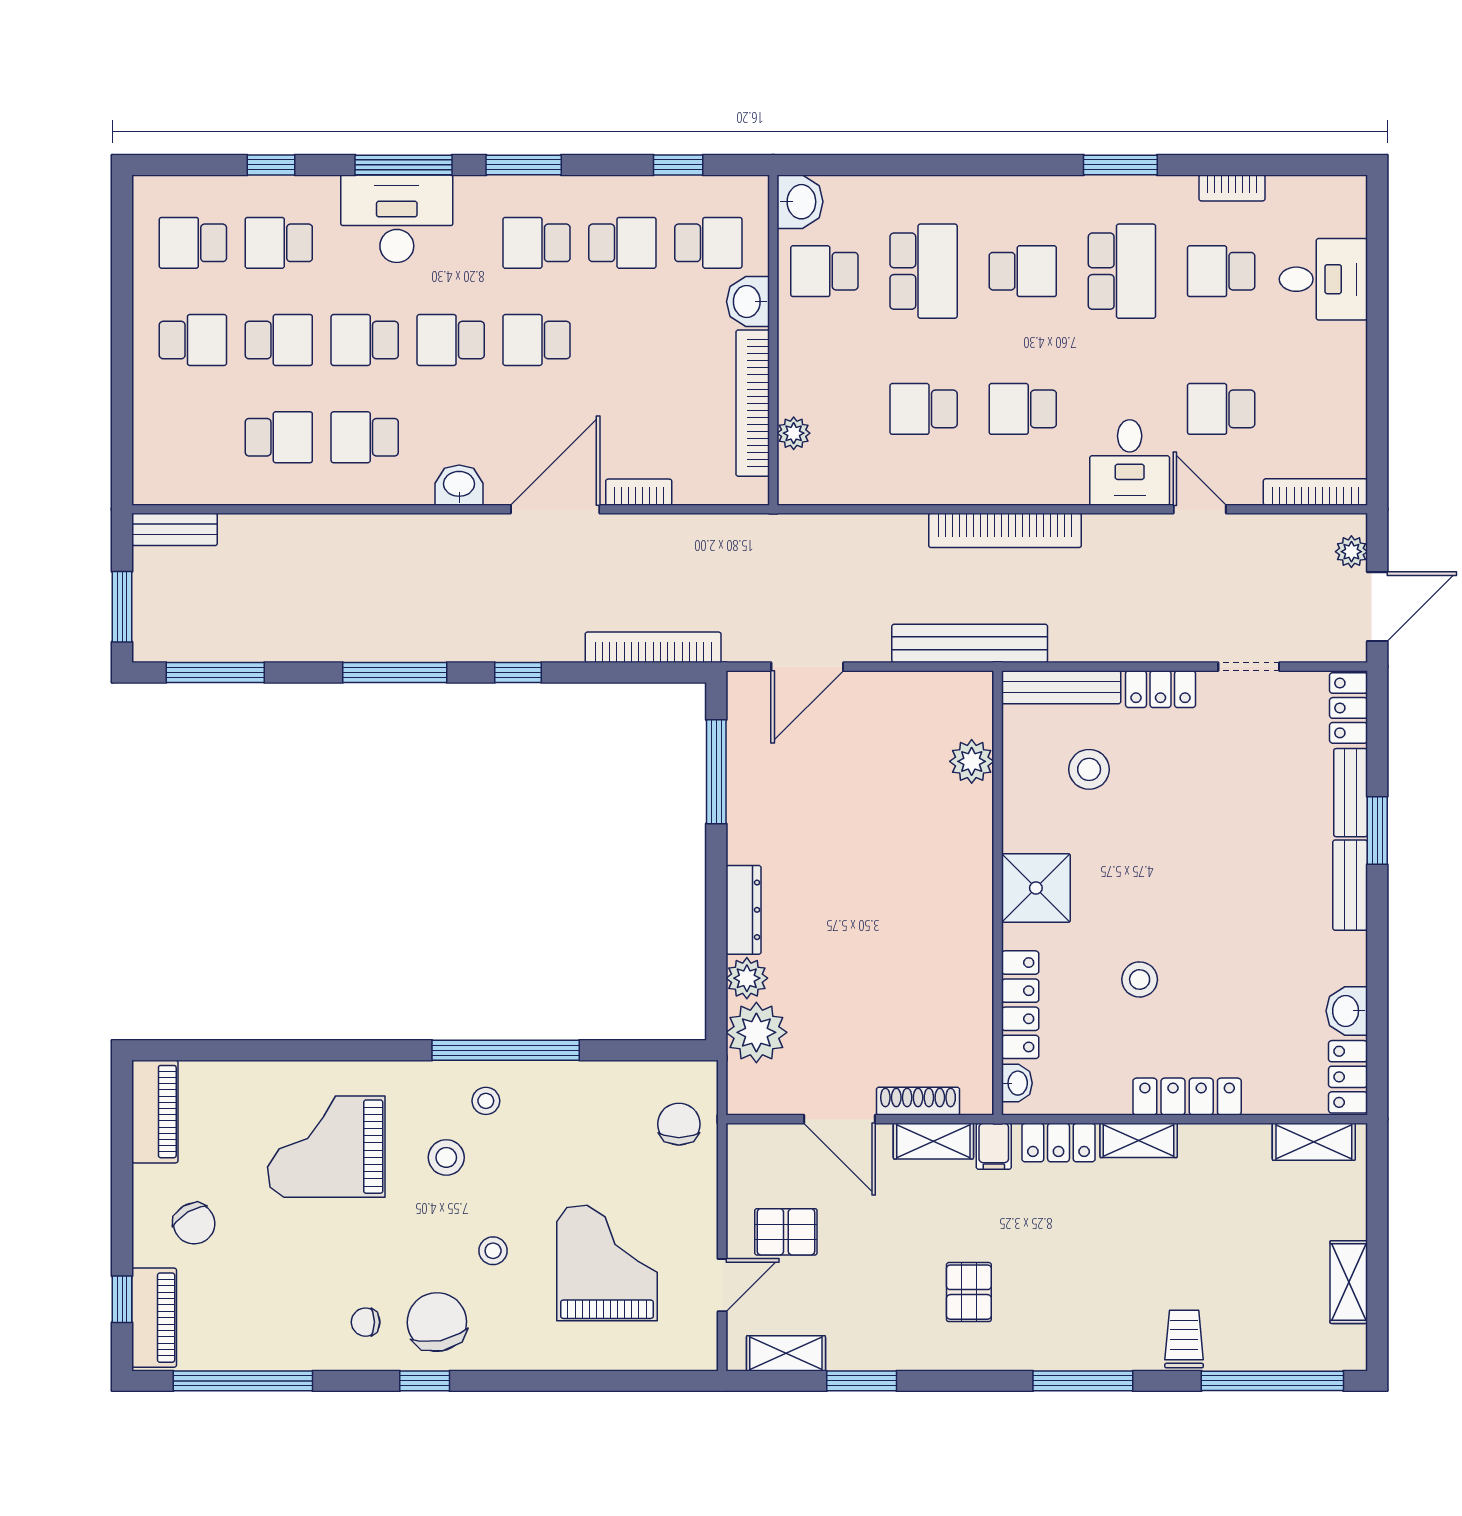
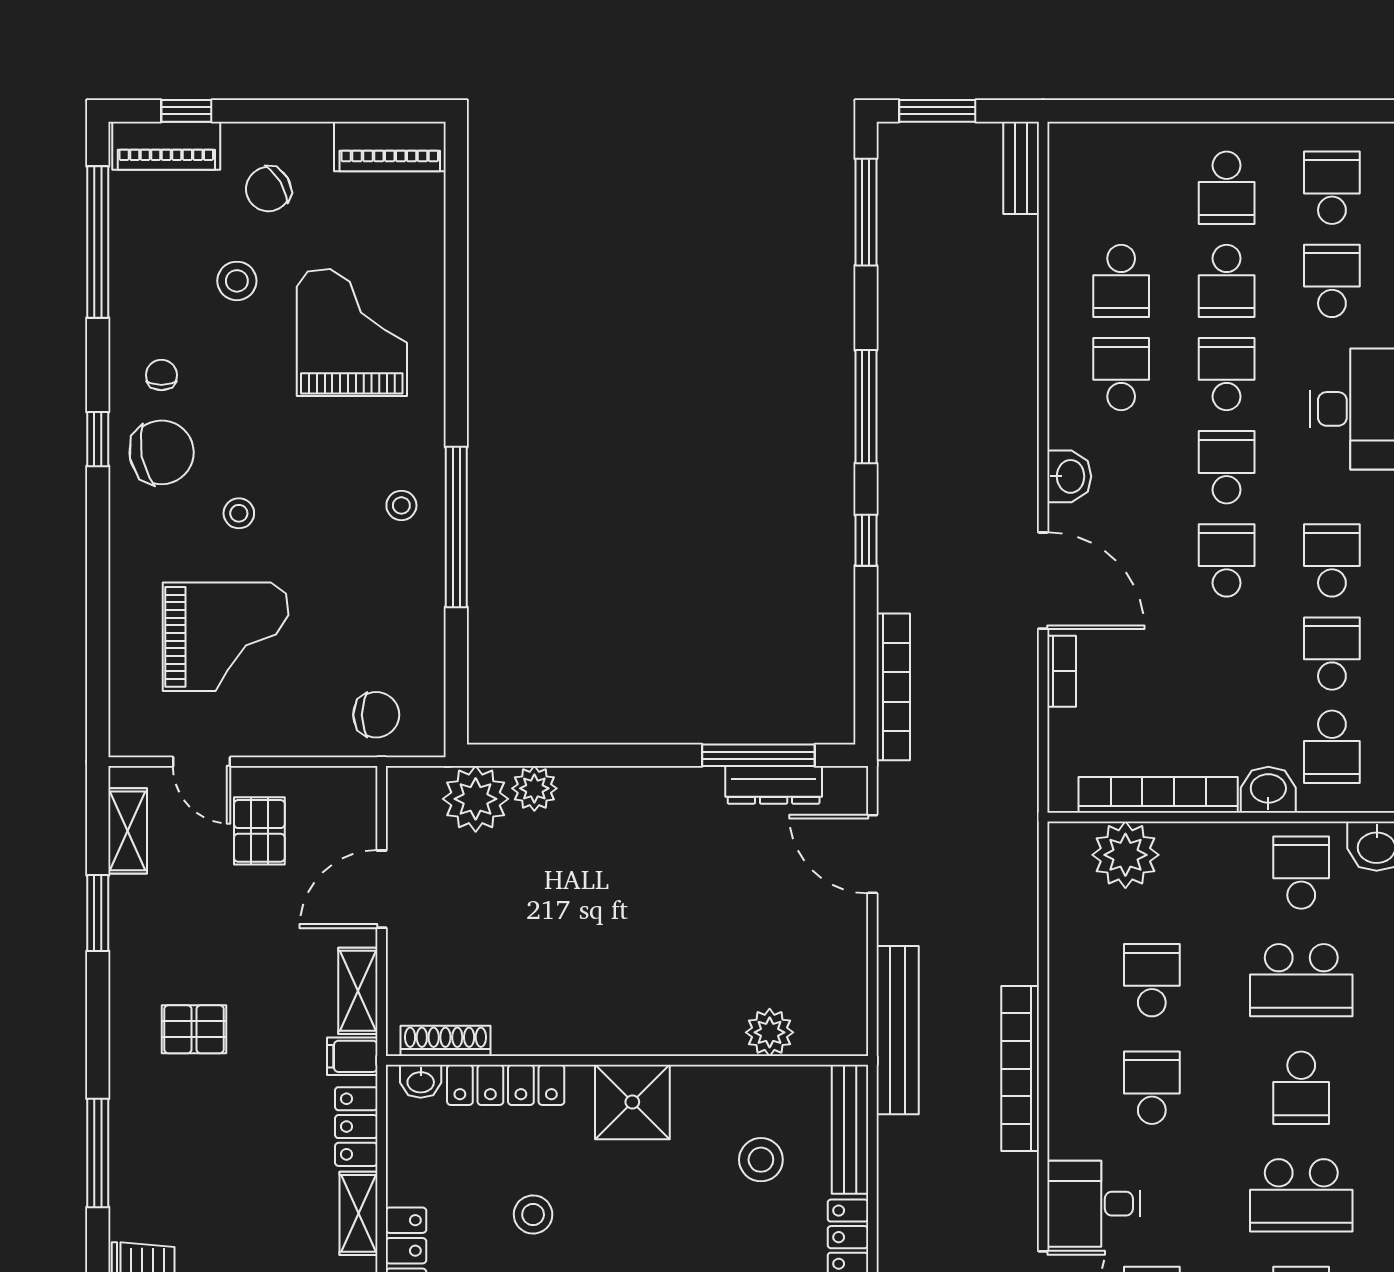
school desk: (622, 243) -> (1332, 654), turned 180
plant: (794, 433) -> (1125, 855), width x1.87, depth x1.87
dresser: (743, 910) -> (774, 785), moved
shoe rack: (918, 1101) -> (445, 1041), moved, turned -90
stool: (446, 1157) -> (237, 281), moved

